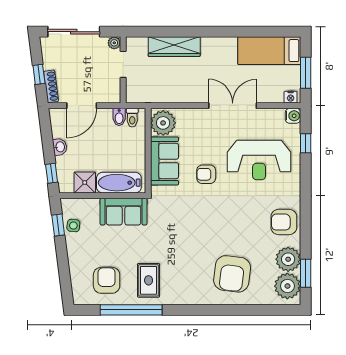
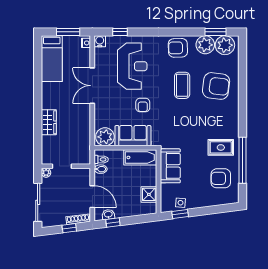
wardrobe: (174, 47) -> (49, 122), width x0.67
washbasin: (60, 147) -> (108, 214), moved
window: (52, 173) -> (113, 222), moved
bathtub: (119, 183) -> (140, 157), moved, turned -90
armchair: (284, 222) -> (178, 48), turned 89
coffee table: (233, 228) -> (182, 85), added

